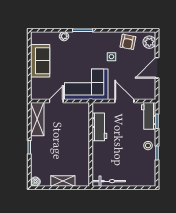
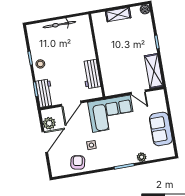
plant: (149, 42) -> (49, 123), moved
door: (56, 101) -> (138, 92), hinge flipped
door: (124, 101) -> (71, 104), hinge flipped
bicycle: (109, 181) -> (59, 25), moved

